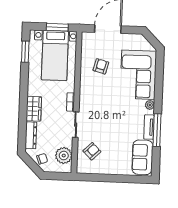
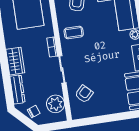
coffee table: (93, 92) -> (74, 32), added

